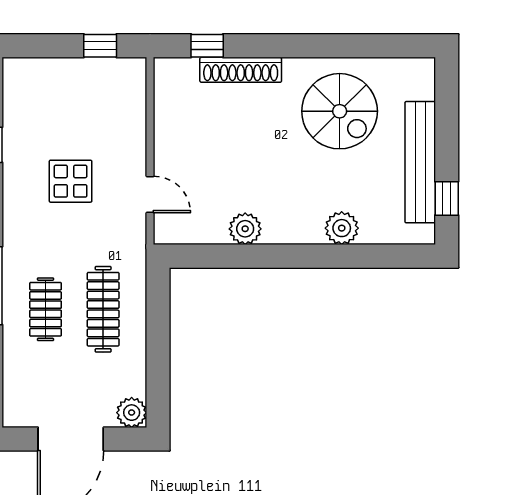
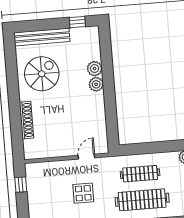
window: (207, 46) -> (17, 136), removed
bench: (420, 162) -> (42, 37), moved
plant: (245, 229) -> (96, 84), moved
clothes rail: (46, 309) -> (142, 200), width x1.86, depth x1.31

